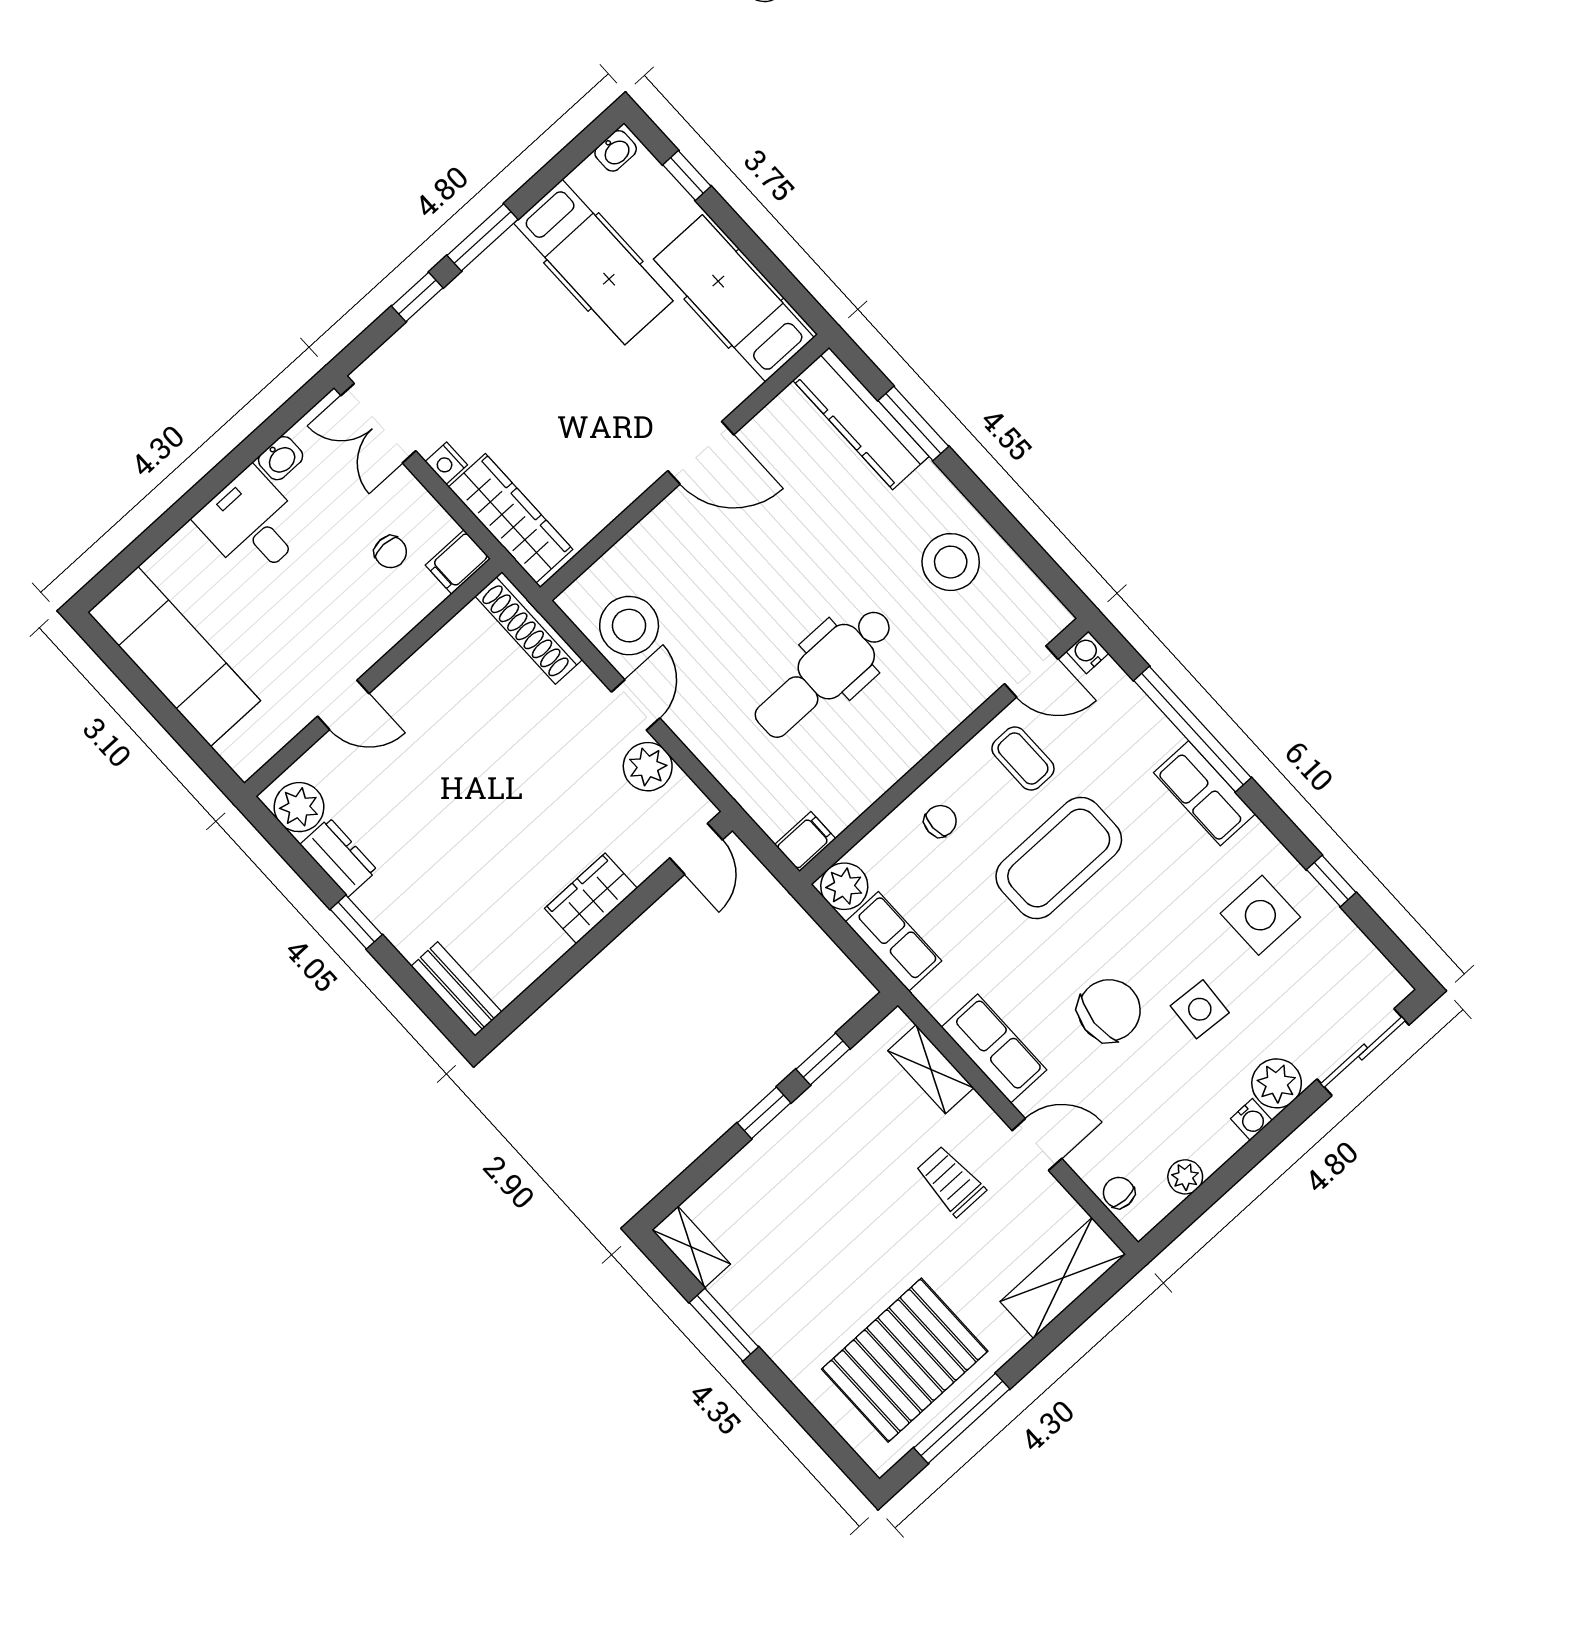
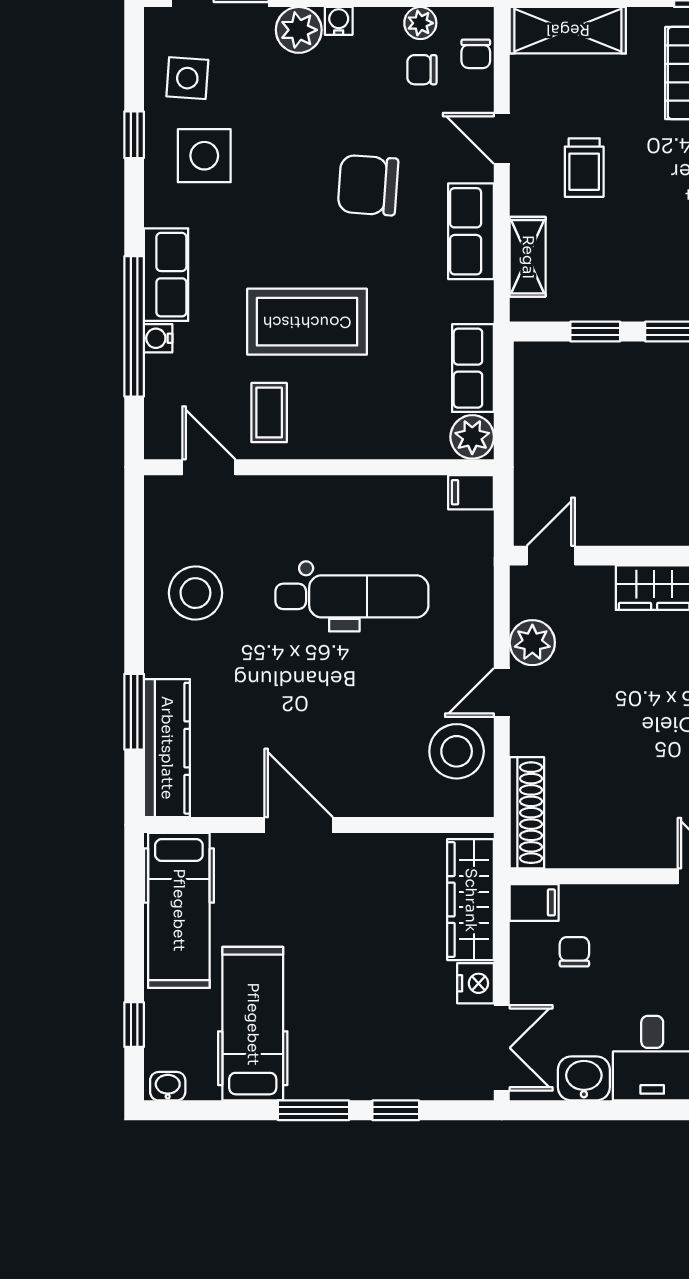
washbasin: (281, 458) -> (584, 1078), width x1.38, depth x1.45
nightstand: (446, 463) -> (476, 983), width x1.39, depth x1.35
water cooler: (1087, 652) -> (158, 338), moved, turned 90
chair: (940, 821) -> (422, 70), moved
side table: (1200, 1009) -> (187, 78), moved

